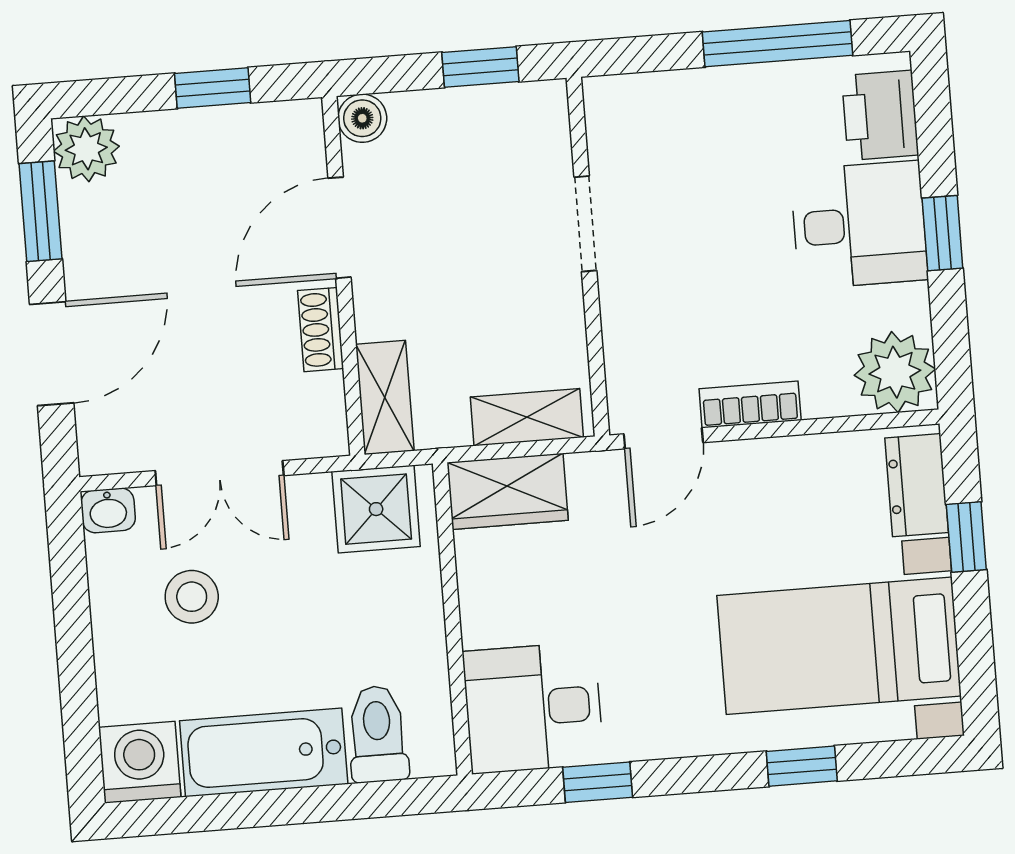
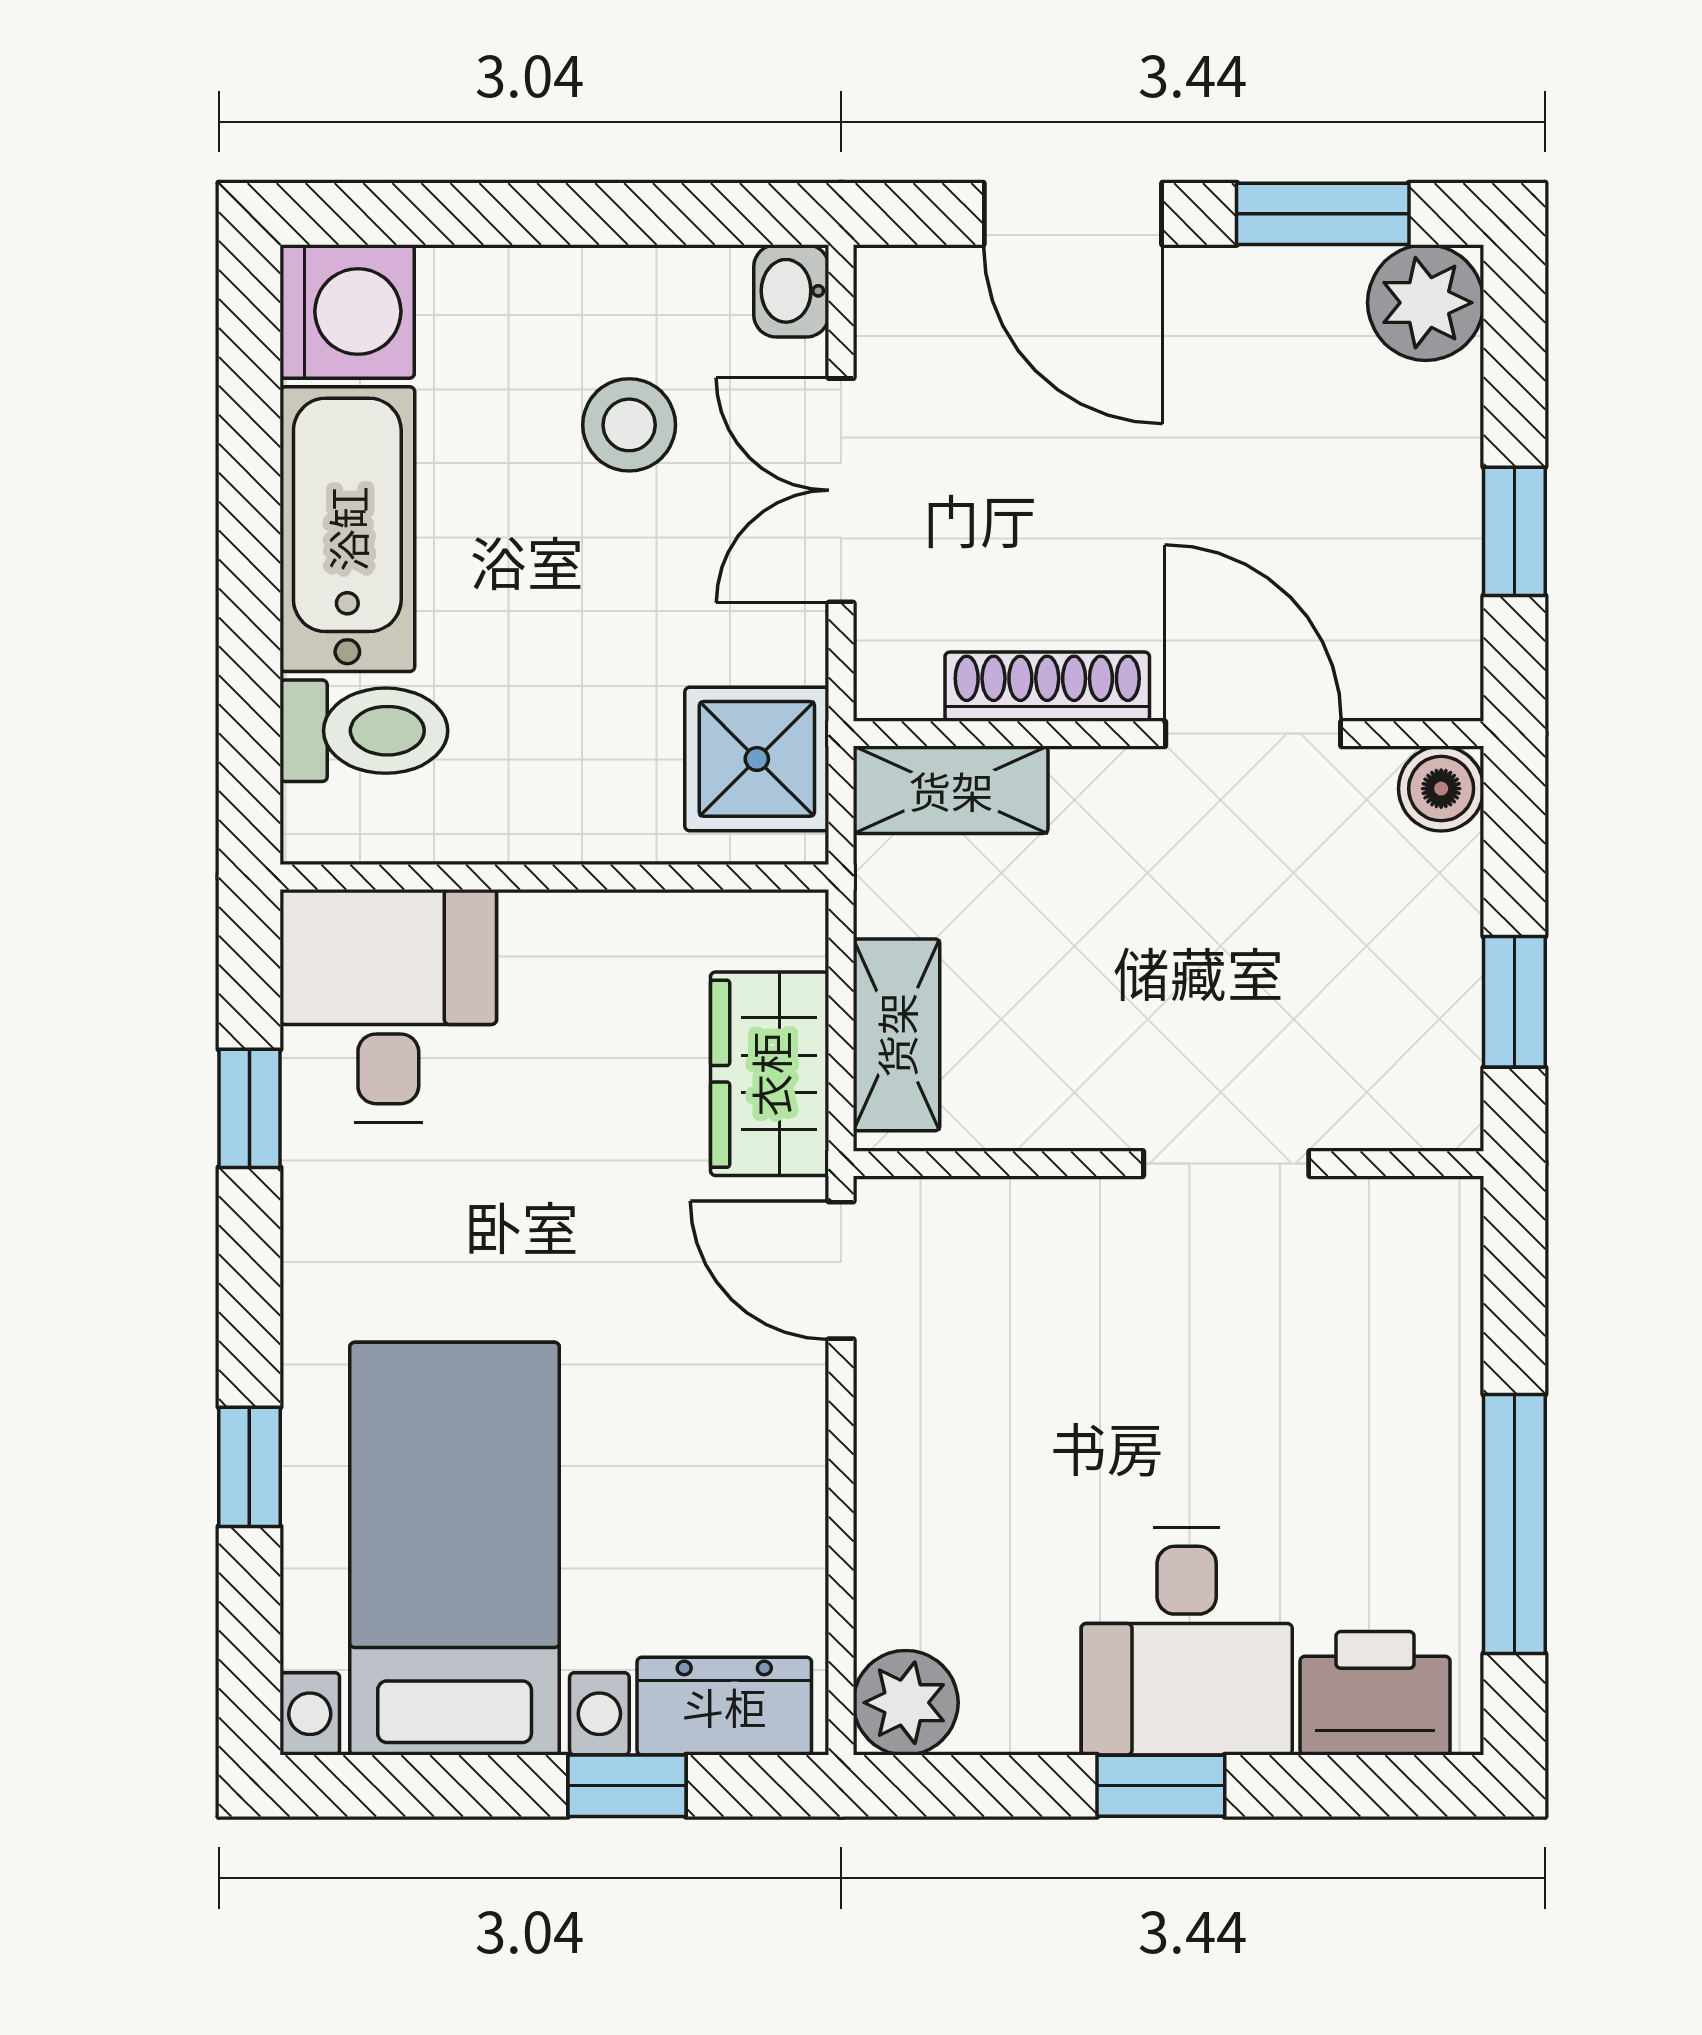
shoe rack: (321, 330) -> (1047, 687), width x1.43
plant: (895, 372) -> (906, 1703), width x0.73, depth x0.73
bookcase: (750, 405) -> (888, 1426), removed
wardrobe: (508, 491) -> (770, 1074), moved

